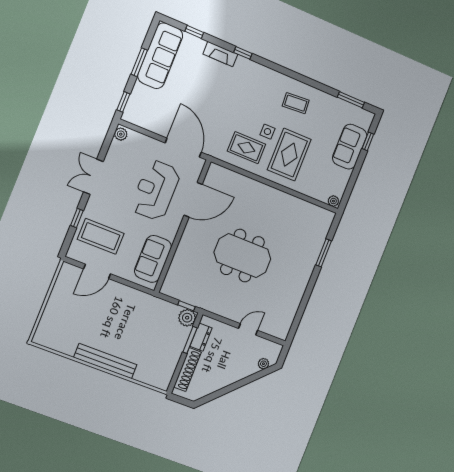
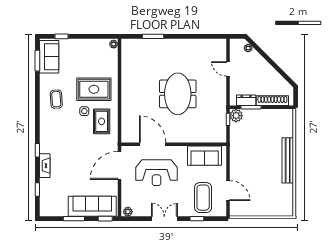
sofa: (160, 56) -> (92, 206), moved
sofa: (350, 147) -> (49, 57), moved, turned -90
double door: (93, 177) -> (164, 219), swing flipped

